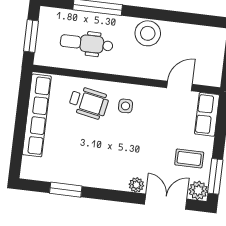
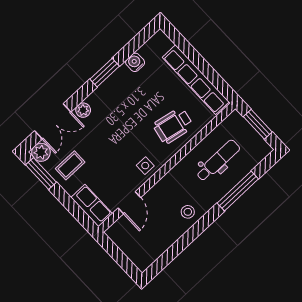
stool: (148, 33) -> (188, 212), width x0.53, depth x0.53
side table: (126, 106) -> (145, 166), moved
water cooler: (63, 175) -> (135, 62), added
window: (66, 190) -> (105, 73), moved

